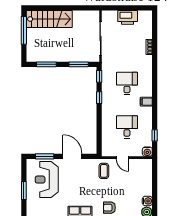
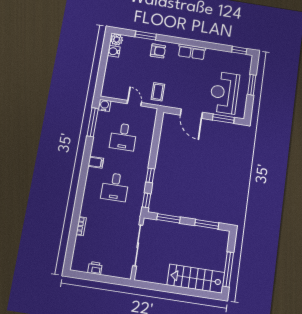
printer: (128, 17) -> (95, 268), width x0.53, depth x0.68
window: (155, 135) -> (93, 122), width x2.17
reception desk: (47, 180) -> (224, 93), turned 180

